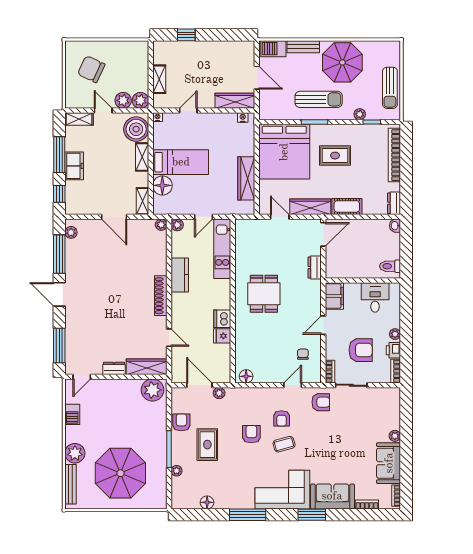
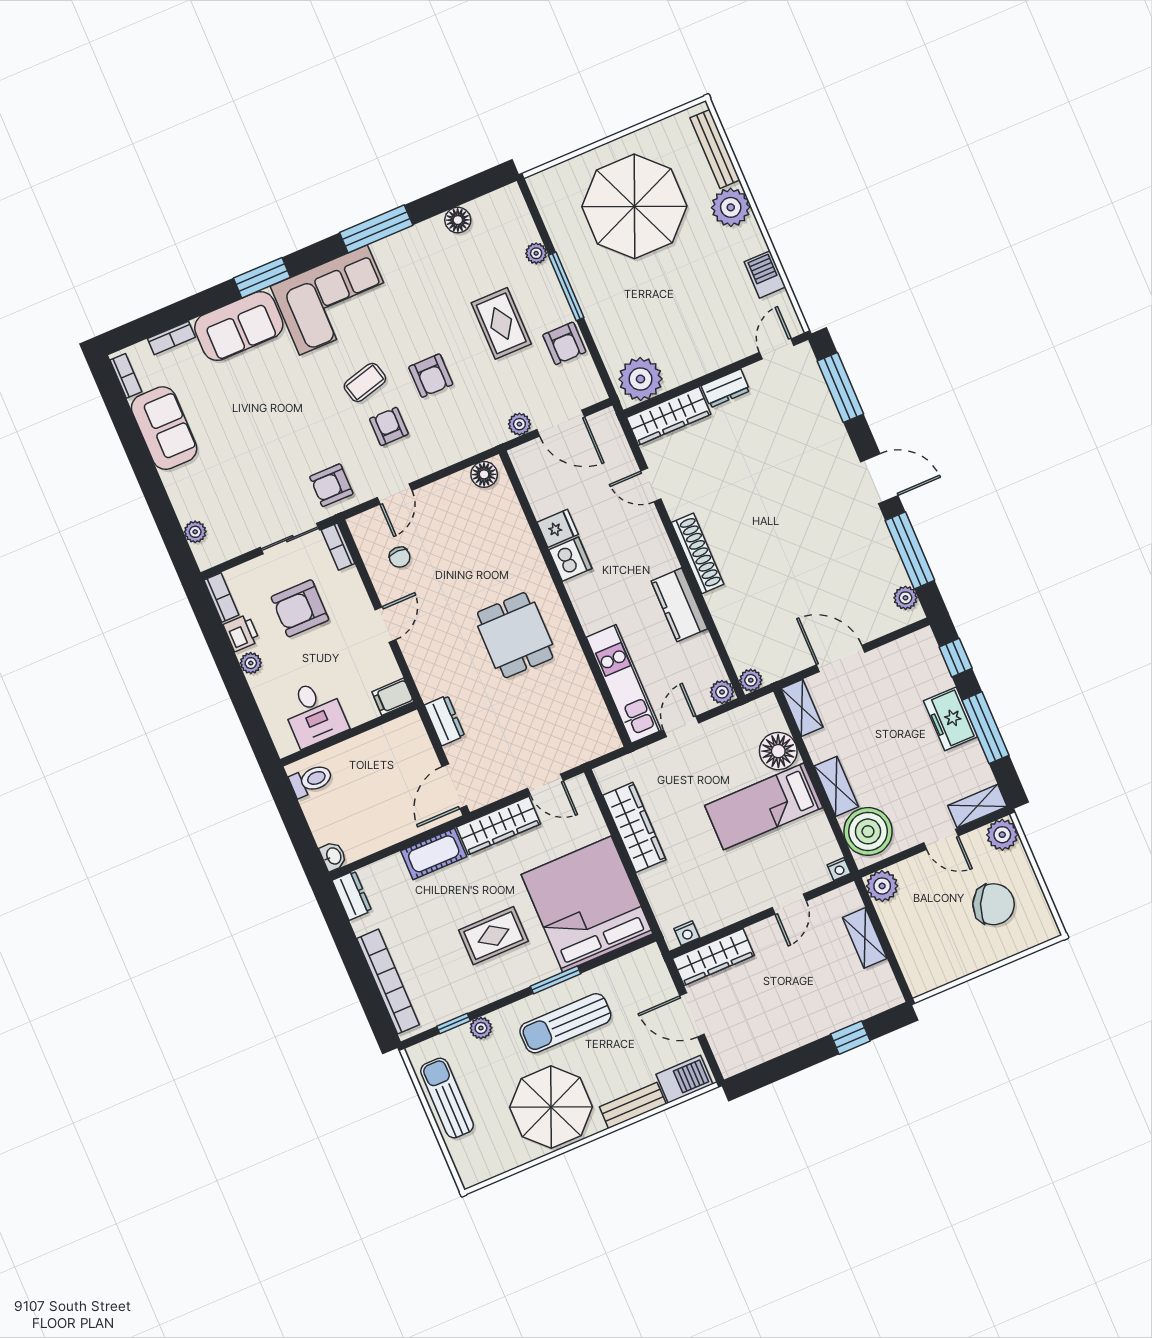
plant: (123, 100) -> (1002, 835), moved
filing cabinet: (334, 296) -> (393, 697), width x0.50
plant: (395, 436) -> (195, 532), moved

